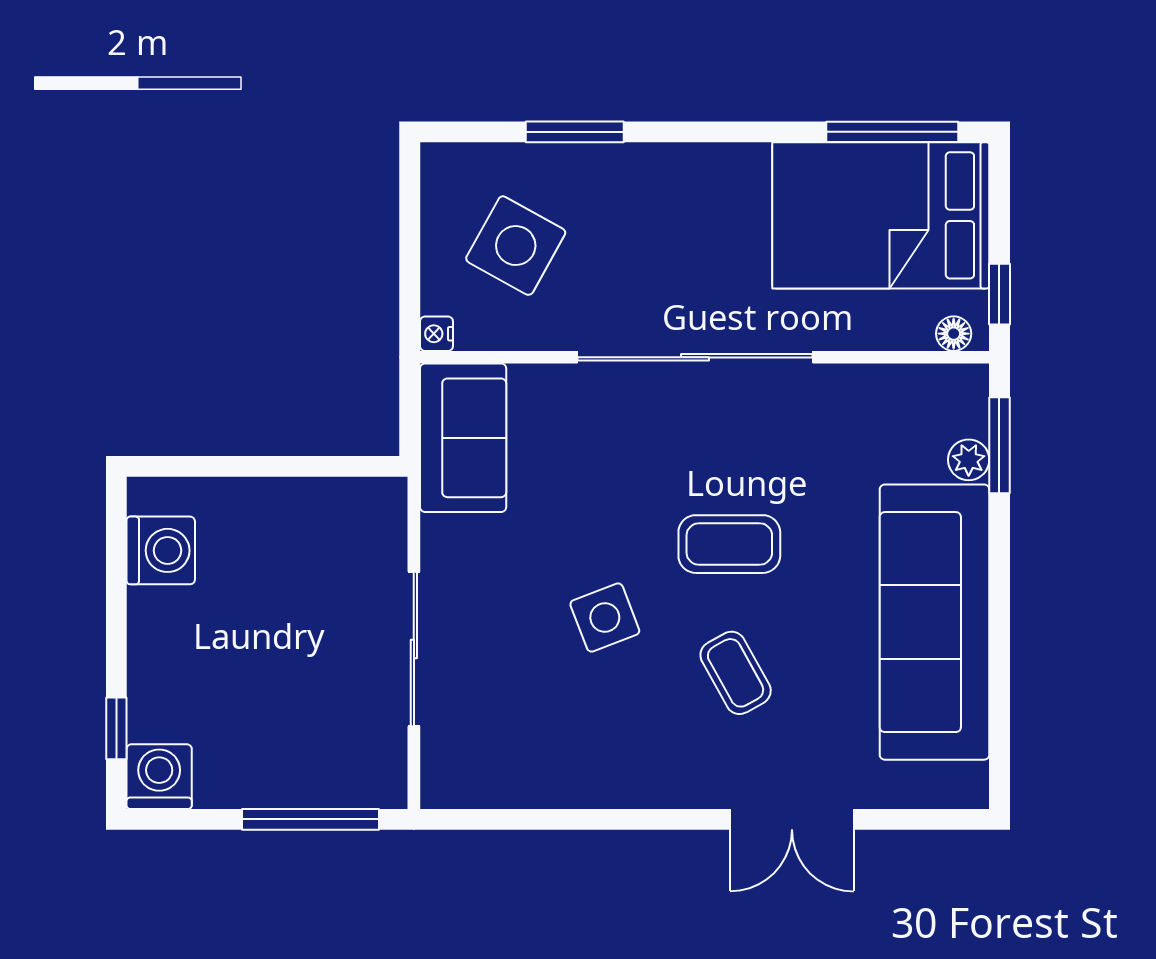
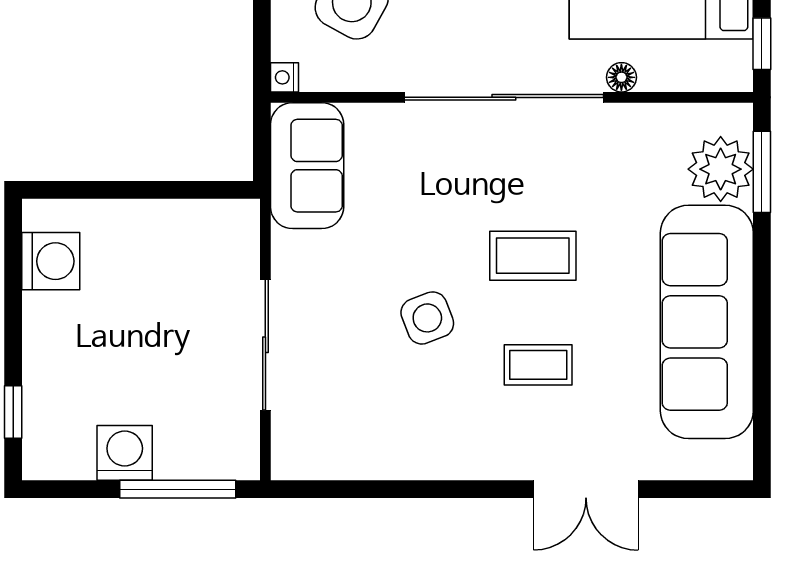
floor lamp: (954, 334) -> (621, 77), moved
plant: (969, 460) -> (721, 169), width x1.87, depth x1.87
coffee table: (736, 673) -> (538, 365), turned -61
washing machine: (159, 777) -> (125, 453), moved

